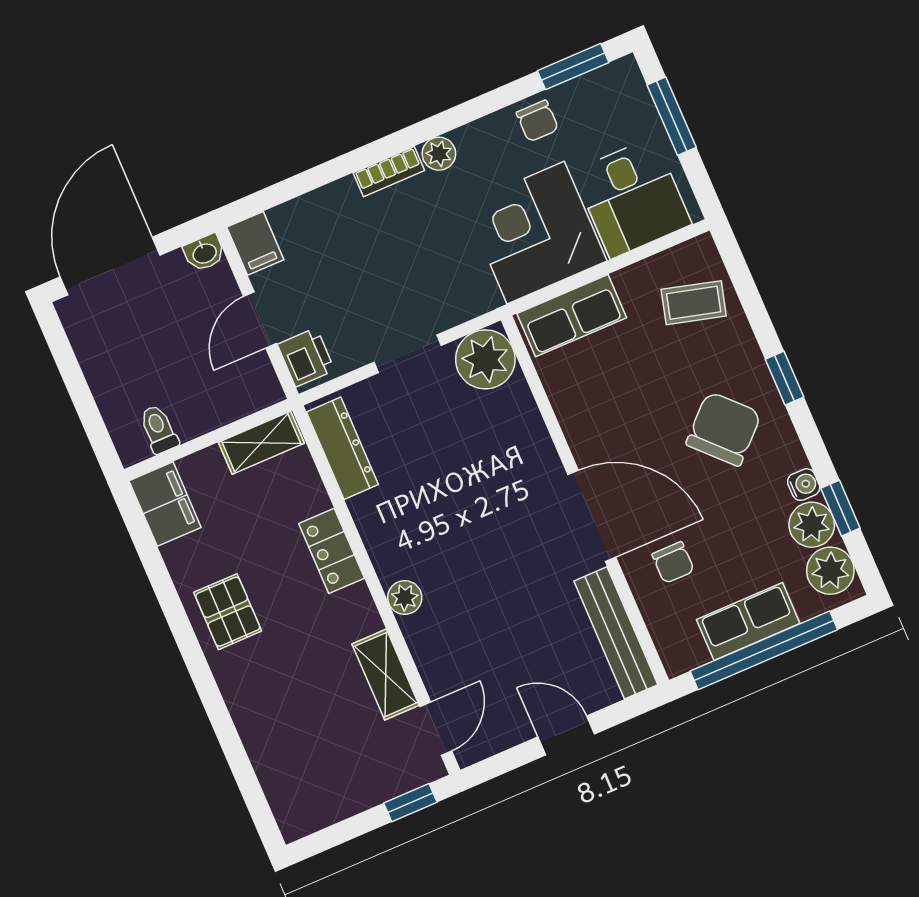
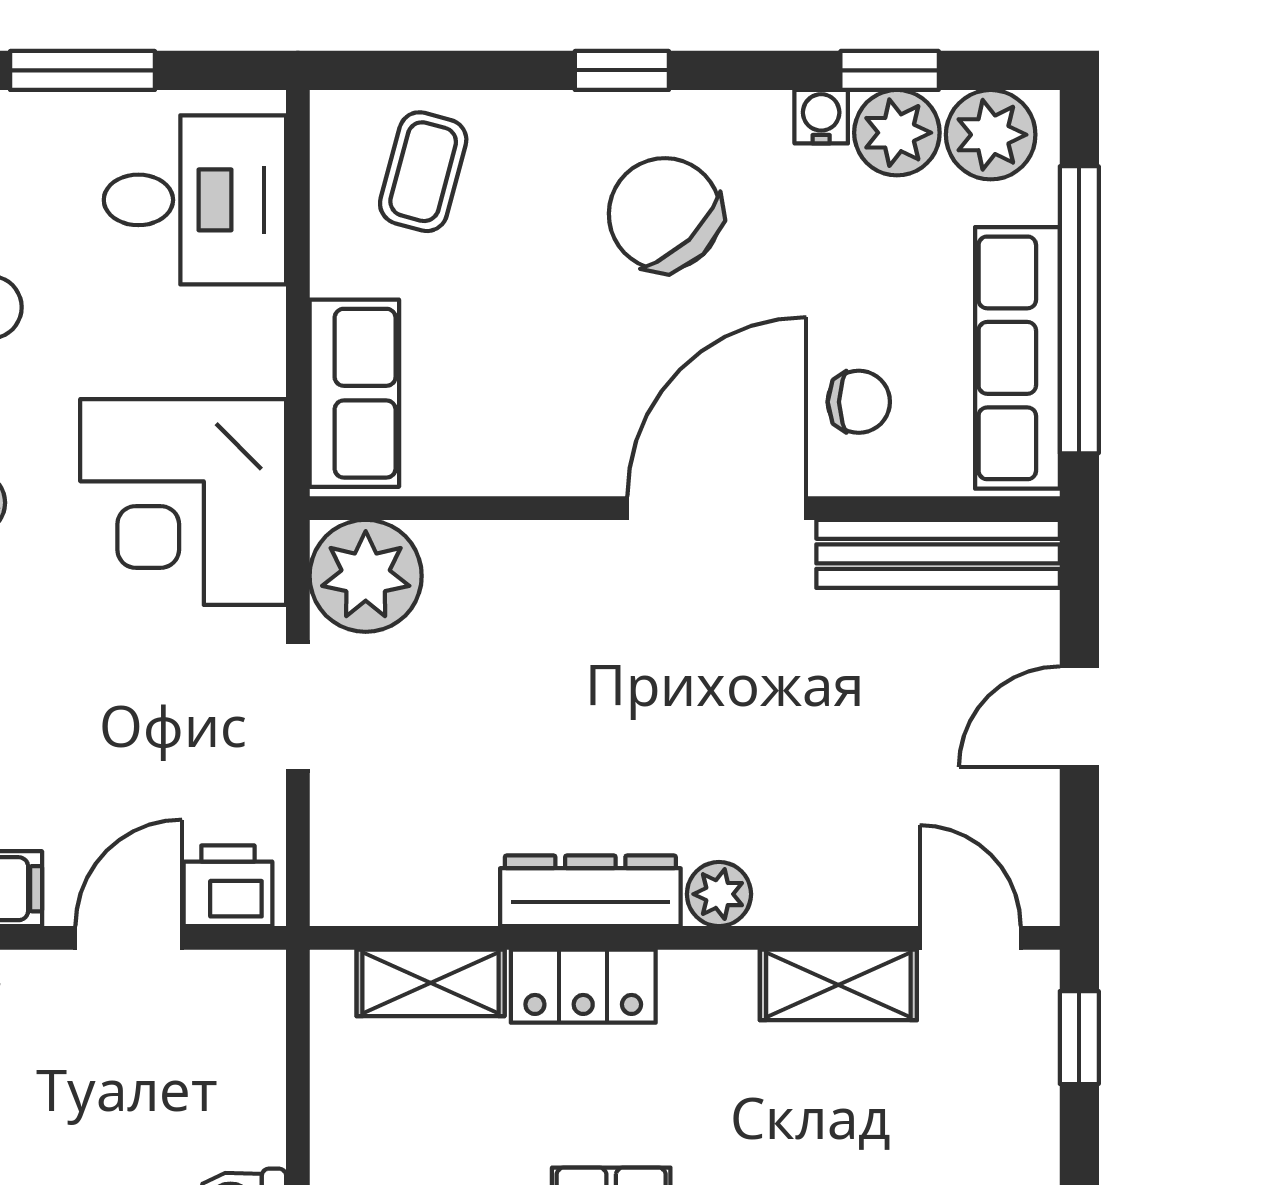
corner desk: (536, 233) -> (183, 502), moved
door: (260, 320) -> (129, 938), swing flipped
shelving: (261, 443) -> (431, 983), moved, turned 90
dresser: (342, 448) -> (590, 891), moved
row of seats: (748, 621) -> (1017, 358), width x1.48

